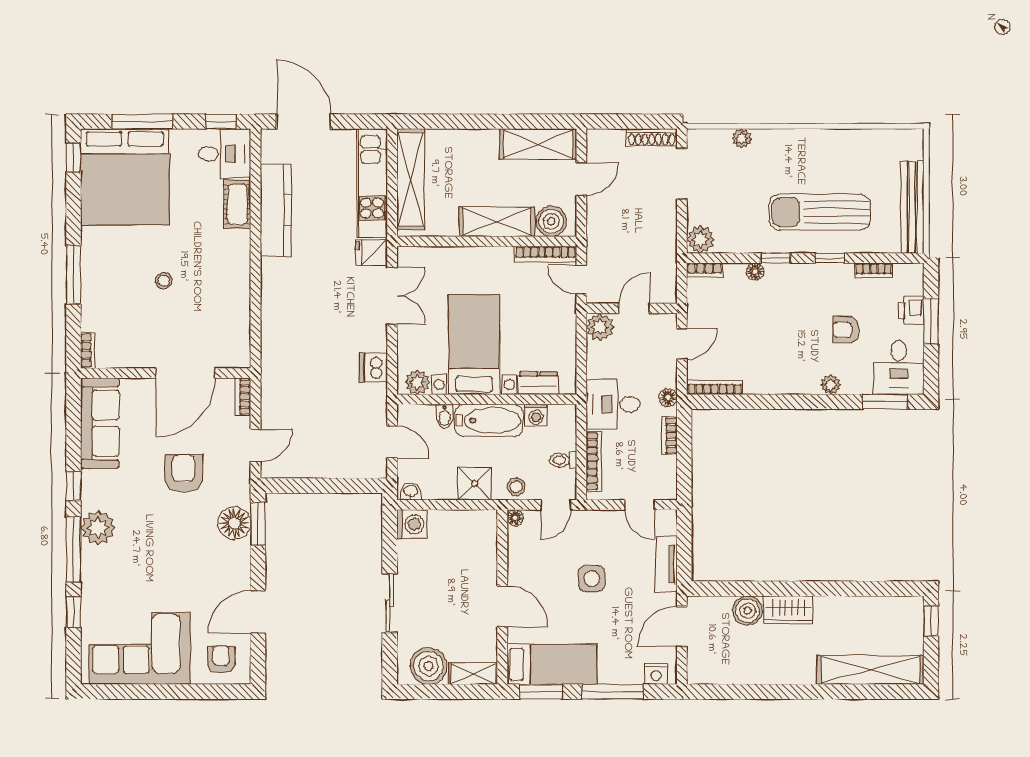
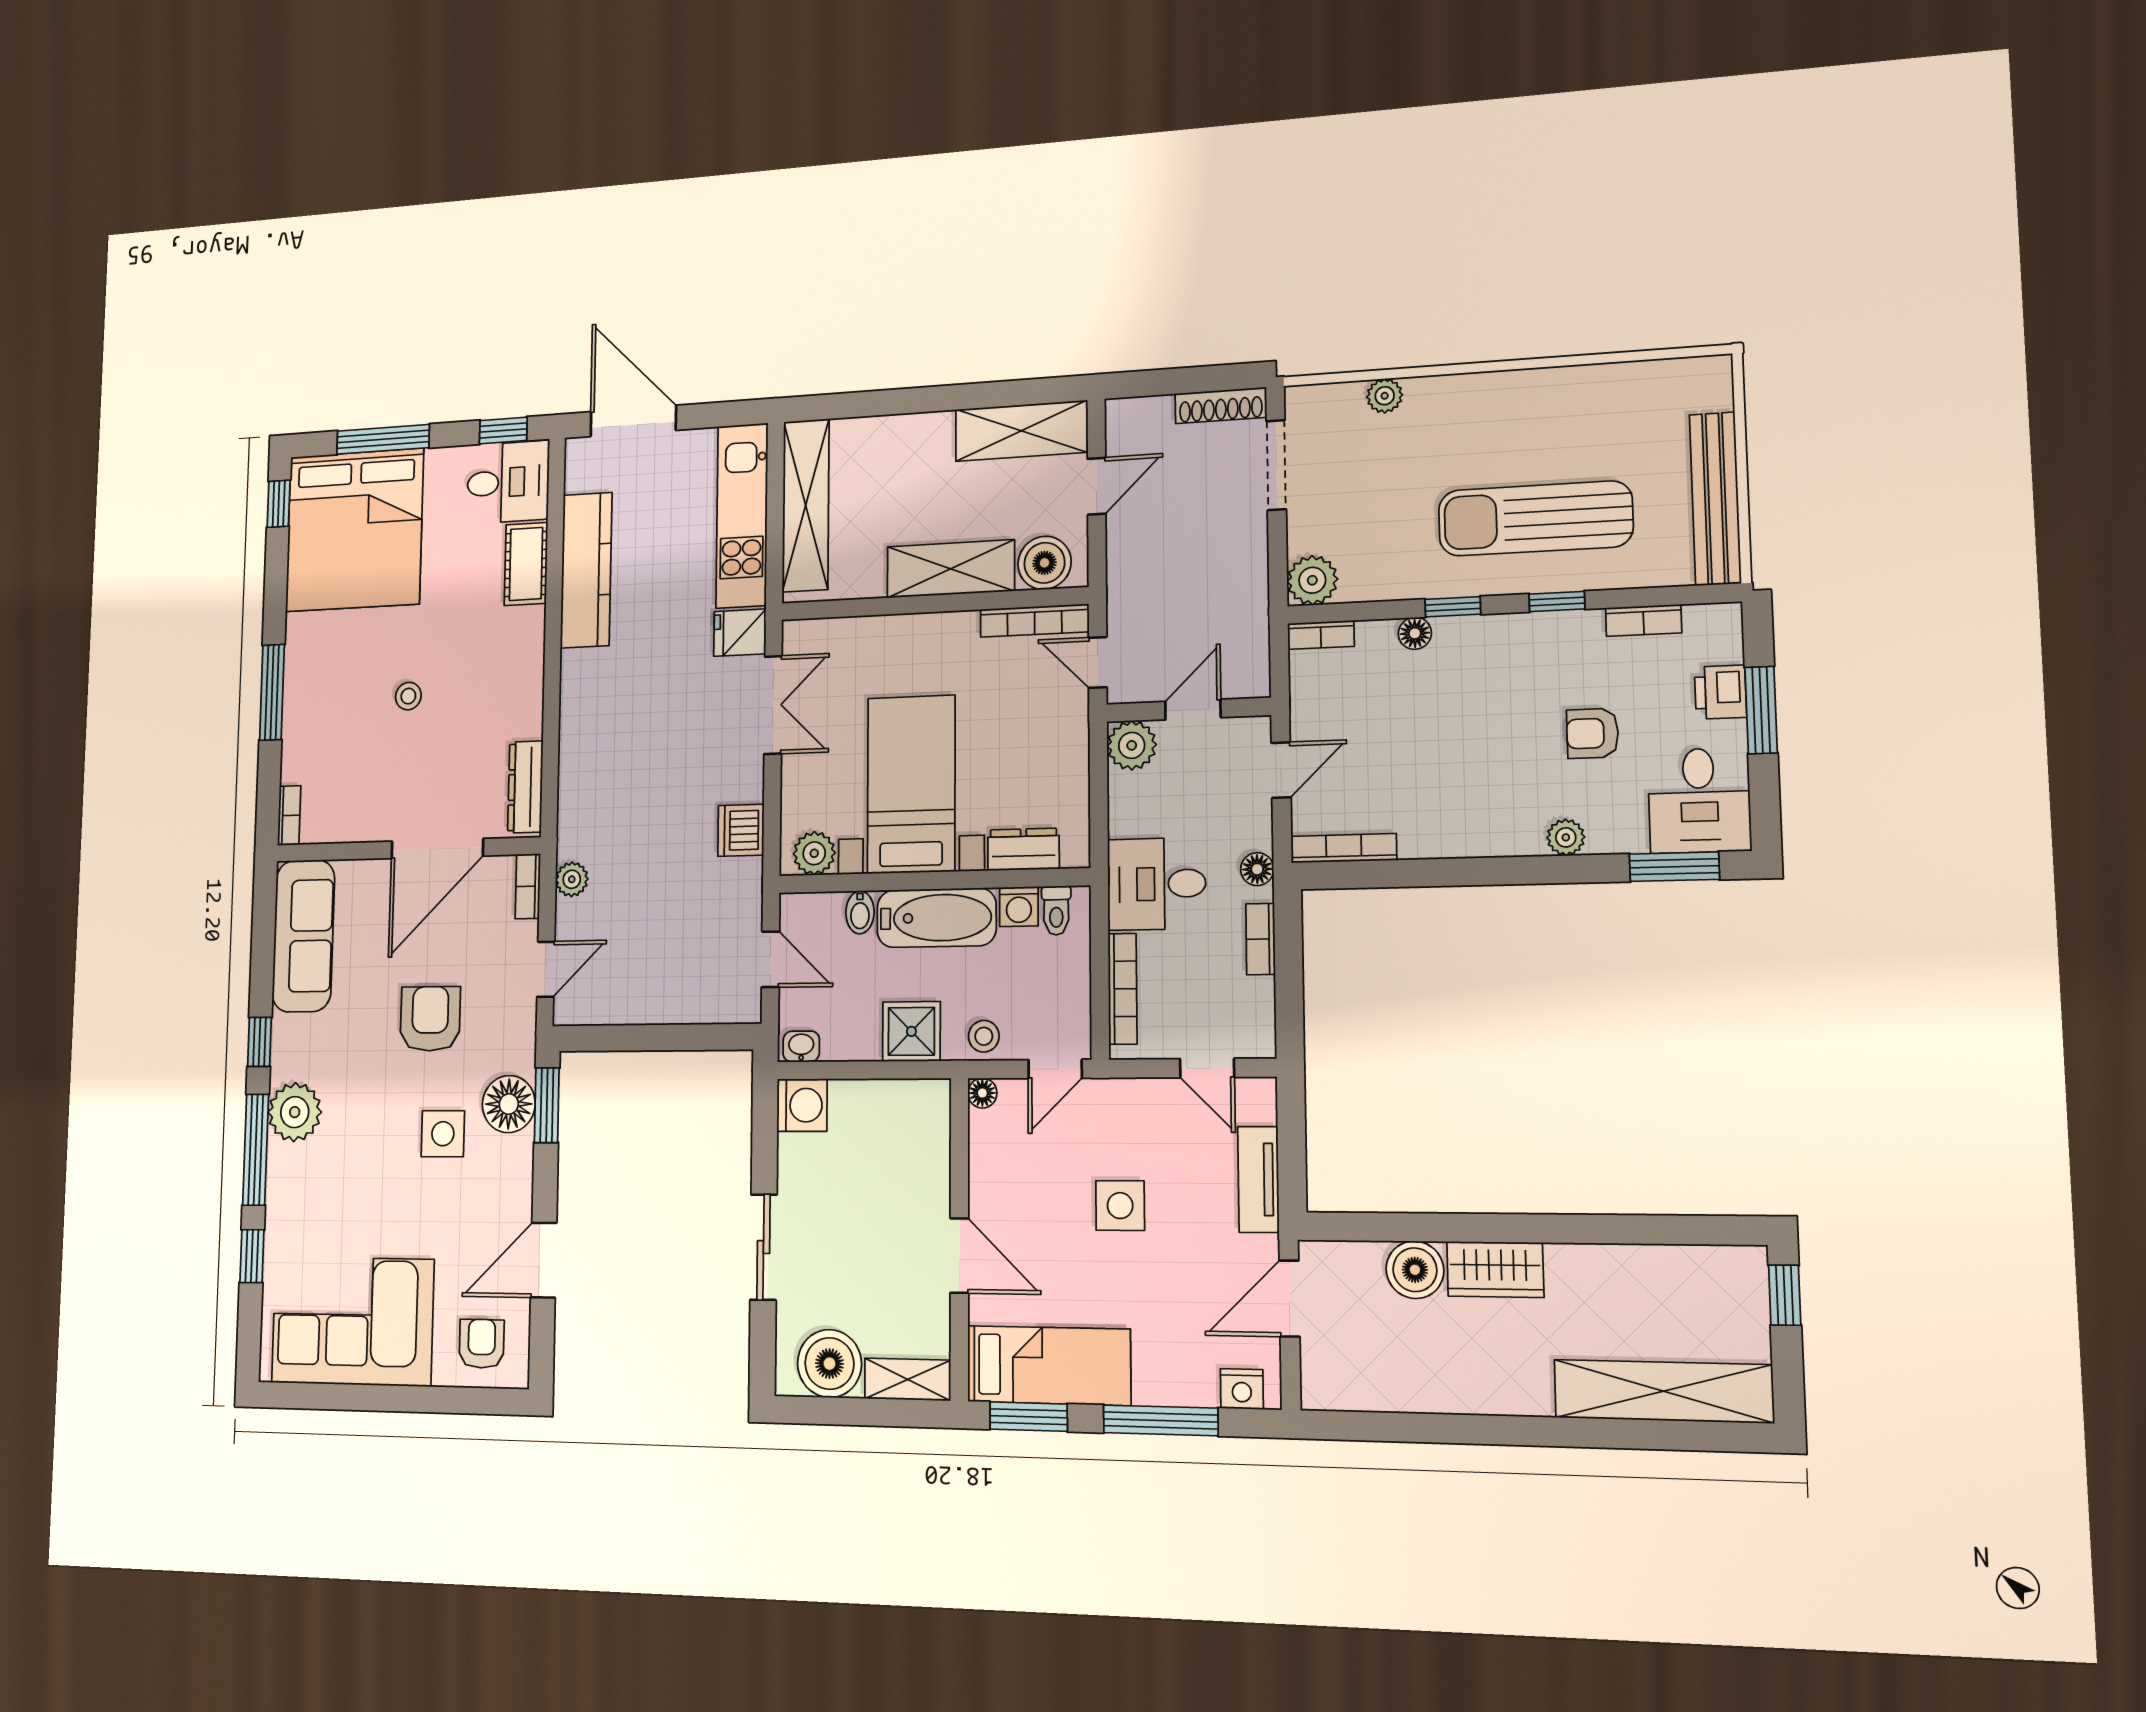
dresser: (240, 338) -> (525, 787), added
plant: (271, 393) -> (572, 879), added
toilet: (563, 460) -> (1056, 910), moved, turned -90
side table: (193, 540) -> (443, 1134), added

